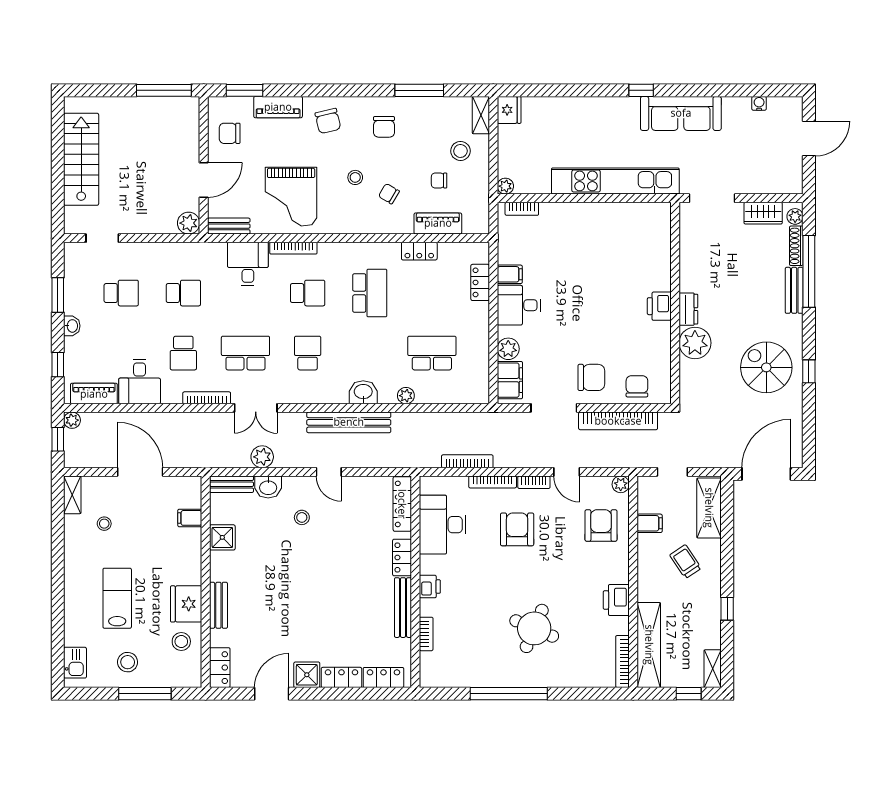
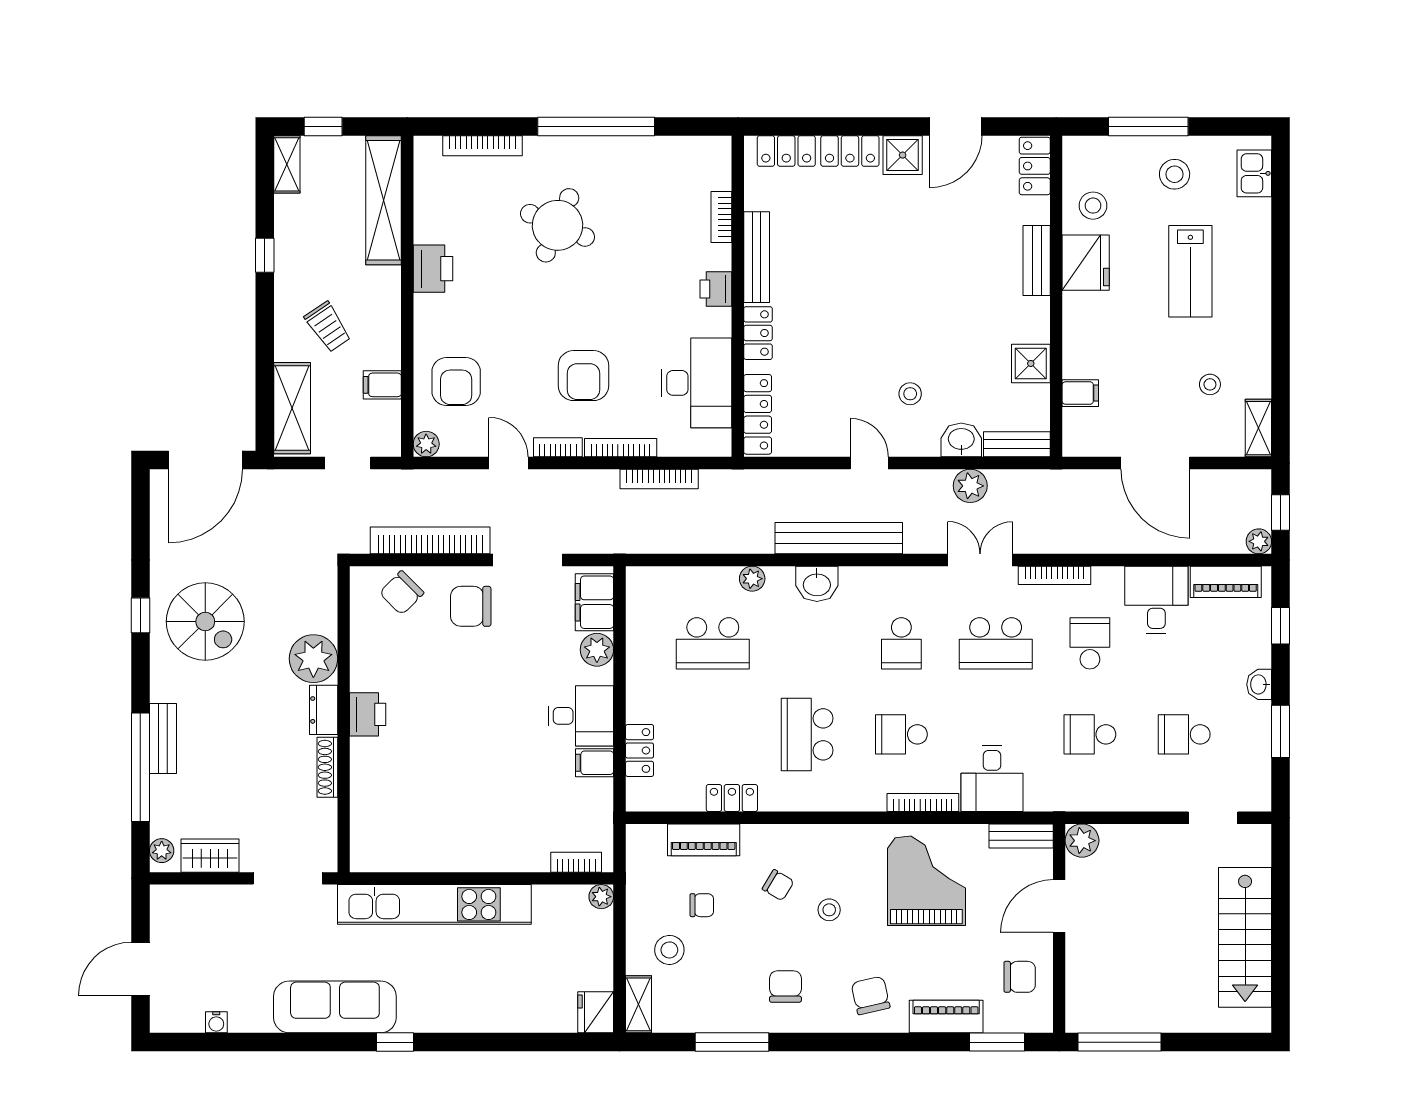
shoe rack: (796, 246) -> (327, 767), moved, turned 180
chair: (637, 386) -> (402, 593), turned 45
bookcase: (622, 661) -> (482, 146), moved, turned 90

